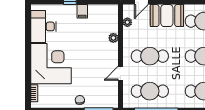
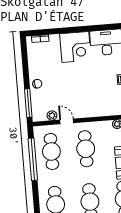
plant: (113, 38) -> (52, 116), moved
corner desk: (51, 64) -> (75, 47), width x0.74, depth x0.74

